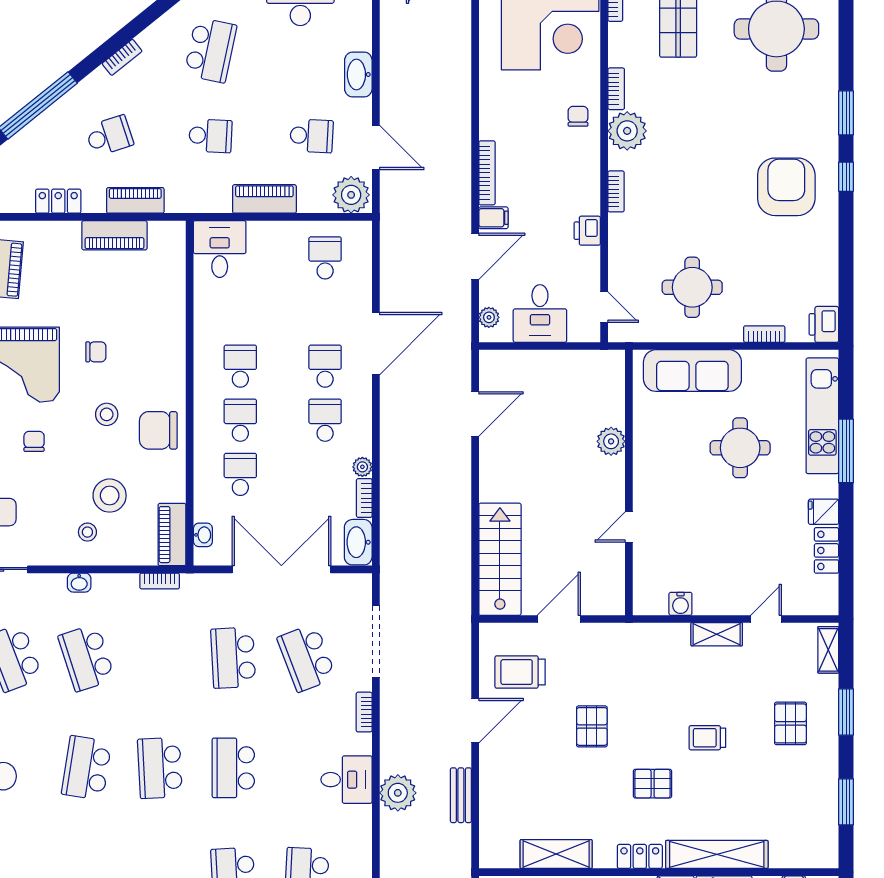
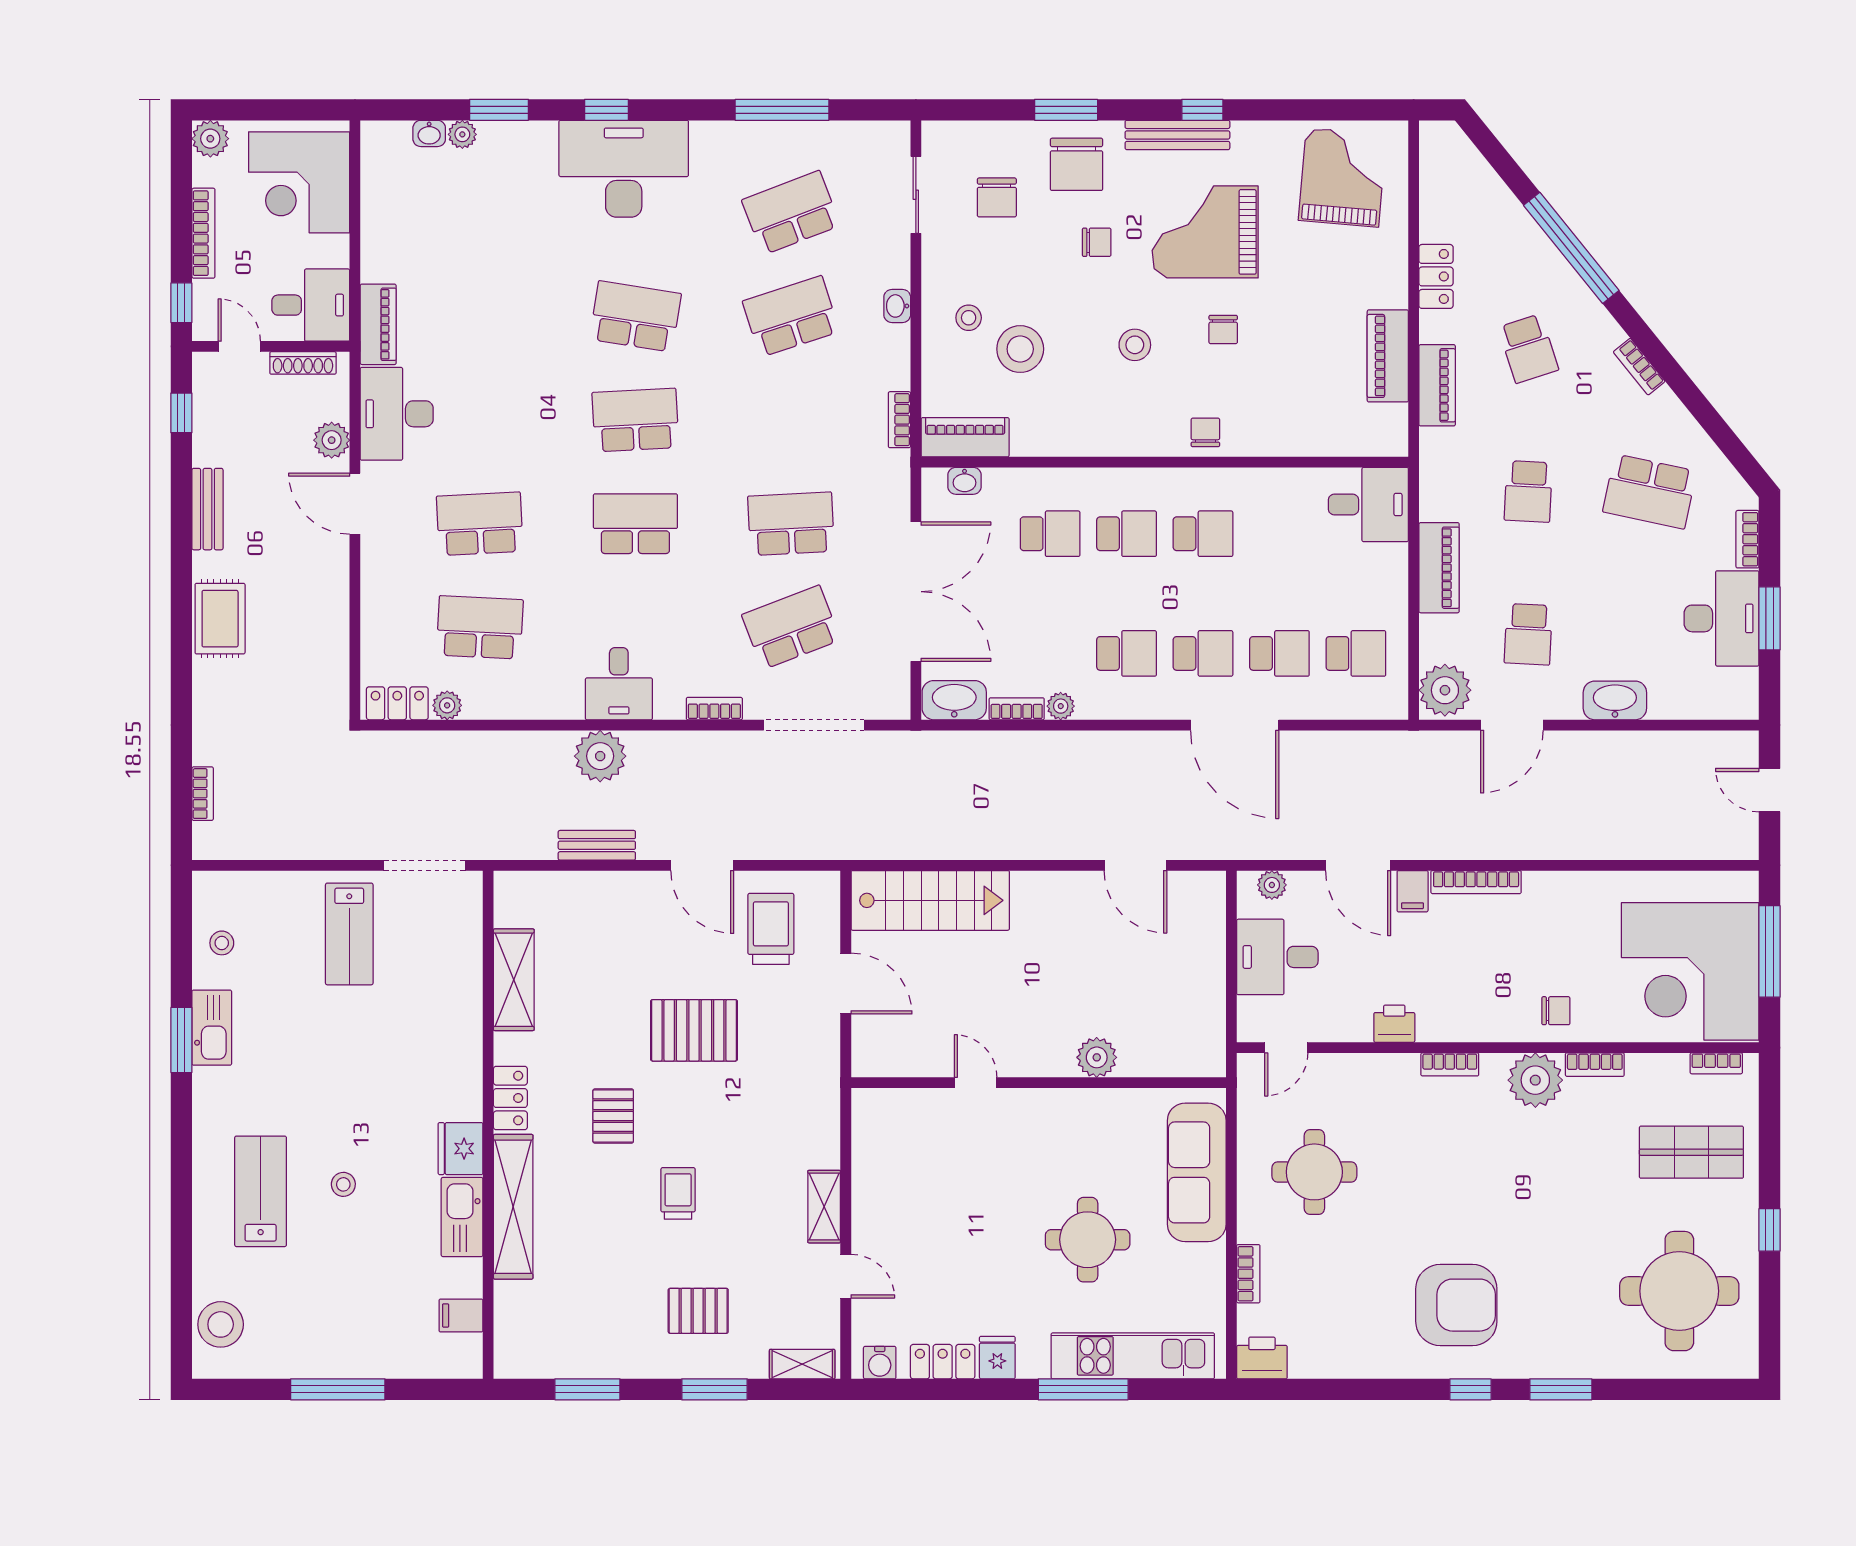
school desk: (325, 312) -> (1279, 653), added
chair: (158, 430) -> (1205, 432), moved, width x0.54, depth x0.54
water cooler: (680, 604) -> (880, 1363), moved, turned -90
pallet: (592, 726) -> (694, 1030), width x1.50, depth x1.42

